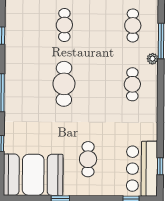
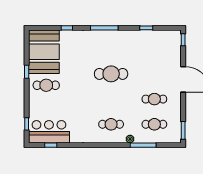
cafe table: (64, 25) -> (154, 99), moved
cafe table: (88, 159) -> (46, 85), moved

